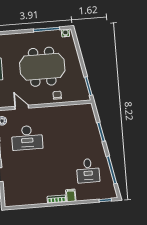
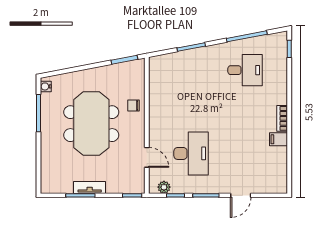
door: (22, 107) -> (147, 157), swing flipped
filing cabinet: (71, 195) -> (279, 139), moved

